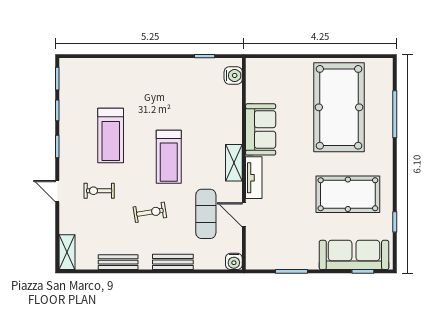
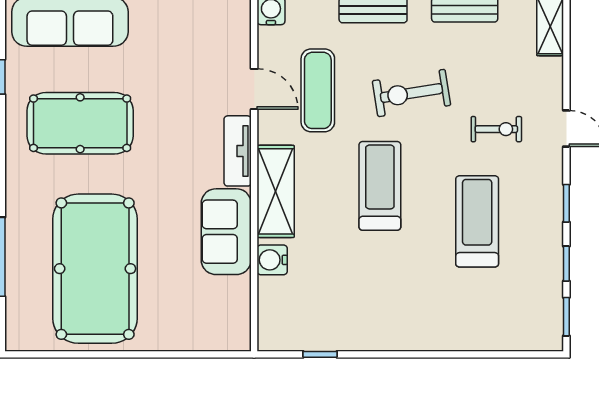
water cooler: (233, 75) -> (272, 260), moved
shelving: (234, 163) -> (276, 191), width x1.50, depth x1.33
exercise bike: (150, 212) -> (411, 93), width x1.38, depth x1.39

